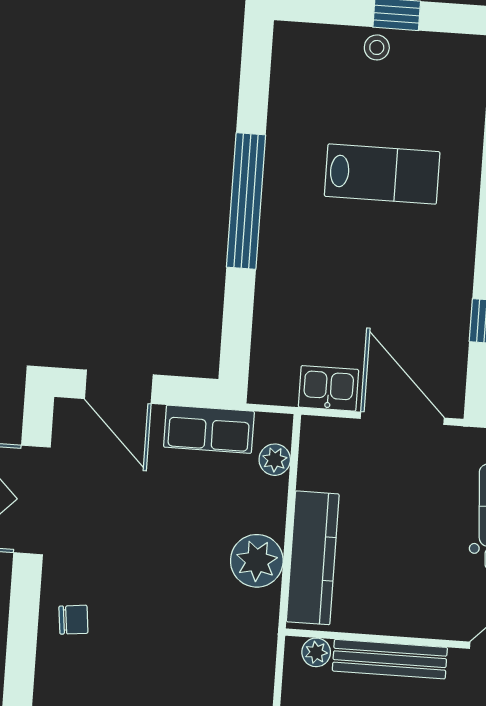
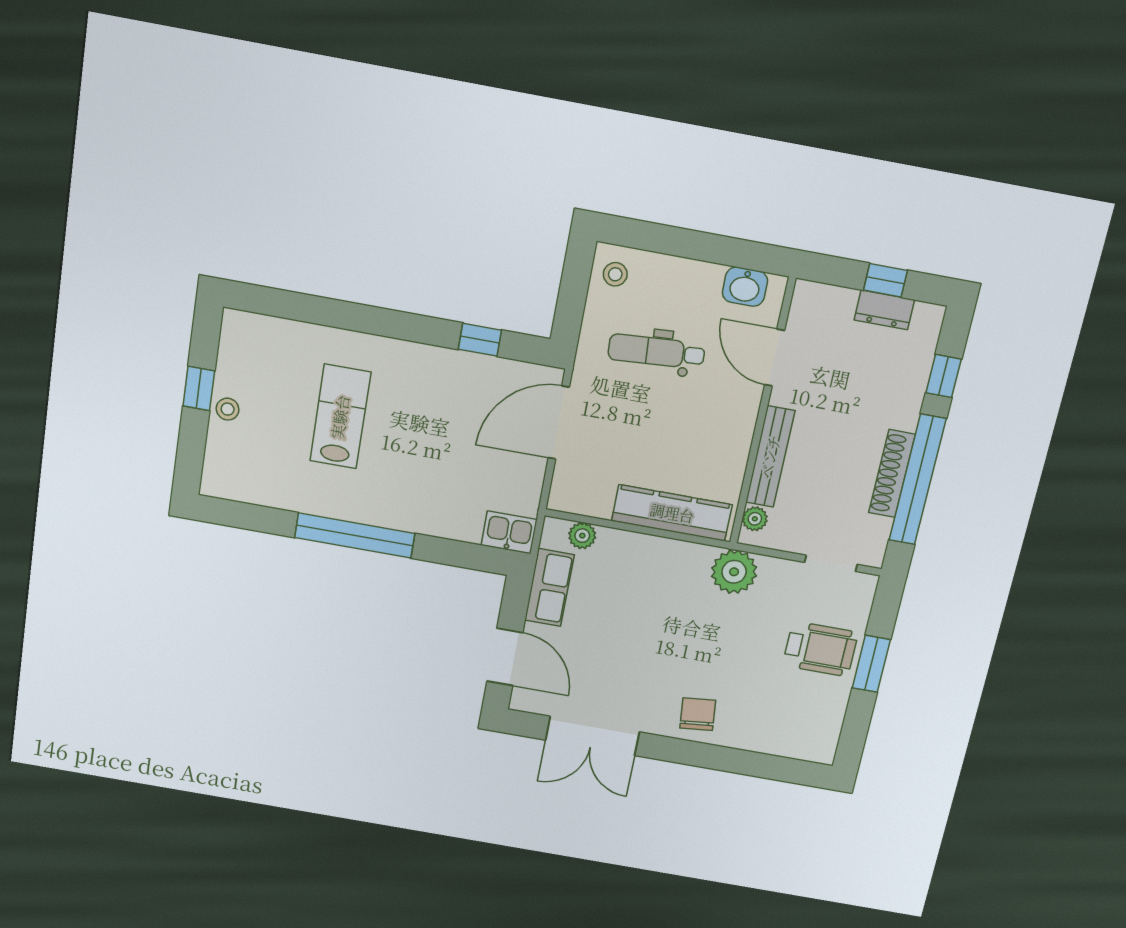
door: (119, 387) -> (505, 657), hinge flipped
kitchen sink: (328, 388) -> (509, 532), moved, turned 90
plant: (257, 561) -> (734, 572), moved
chair: (73, 620) -> (698, 714), width x1.37, depth x1.37

